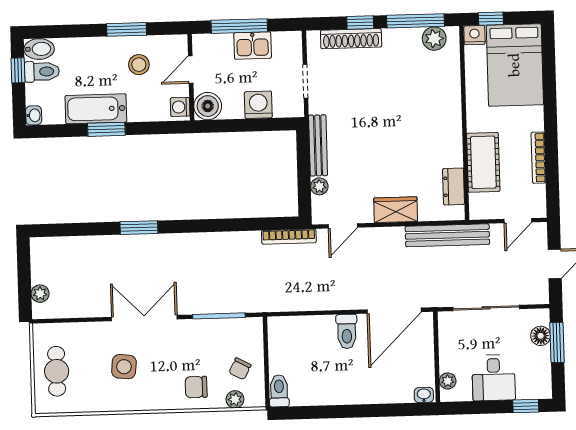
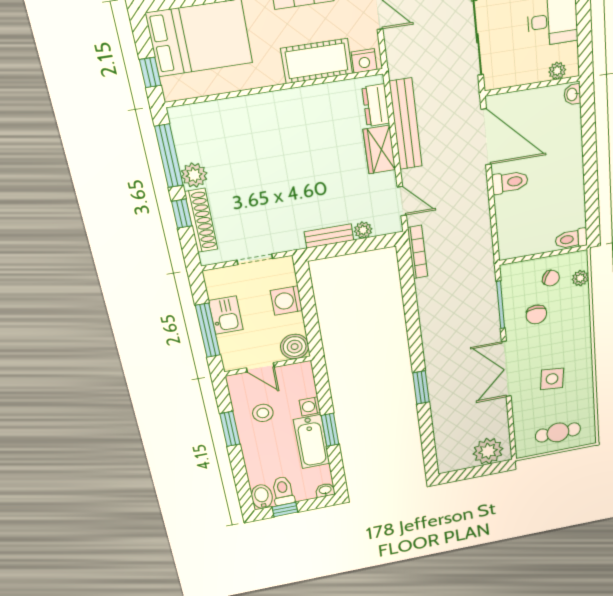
nightstand: (474, 35) -> (364, 61), moved, turned -90
plant: (434, 39) -> (194, 175), moved
washing machine: (180, 107) -> (310, 406), moved, turned 90
bench: (318, 145) -> (329, 236), width x0.73
dresser: (454, 187) -> (376, 105), moved, turned 90
bench: (447, 235) -> (406, 124), moved
plant: (40, 294) -> (488, 451), width x1.88, depth x1.88
chair: (196, 387) -> (536, 314), moved

